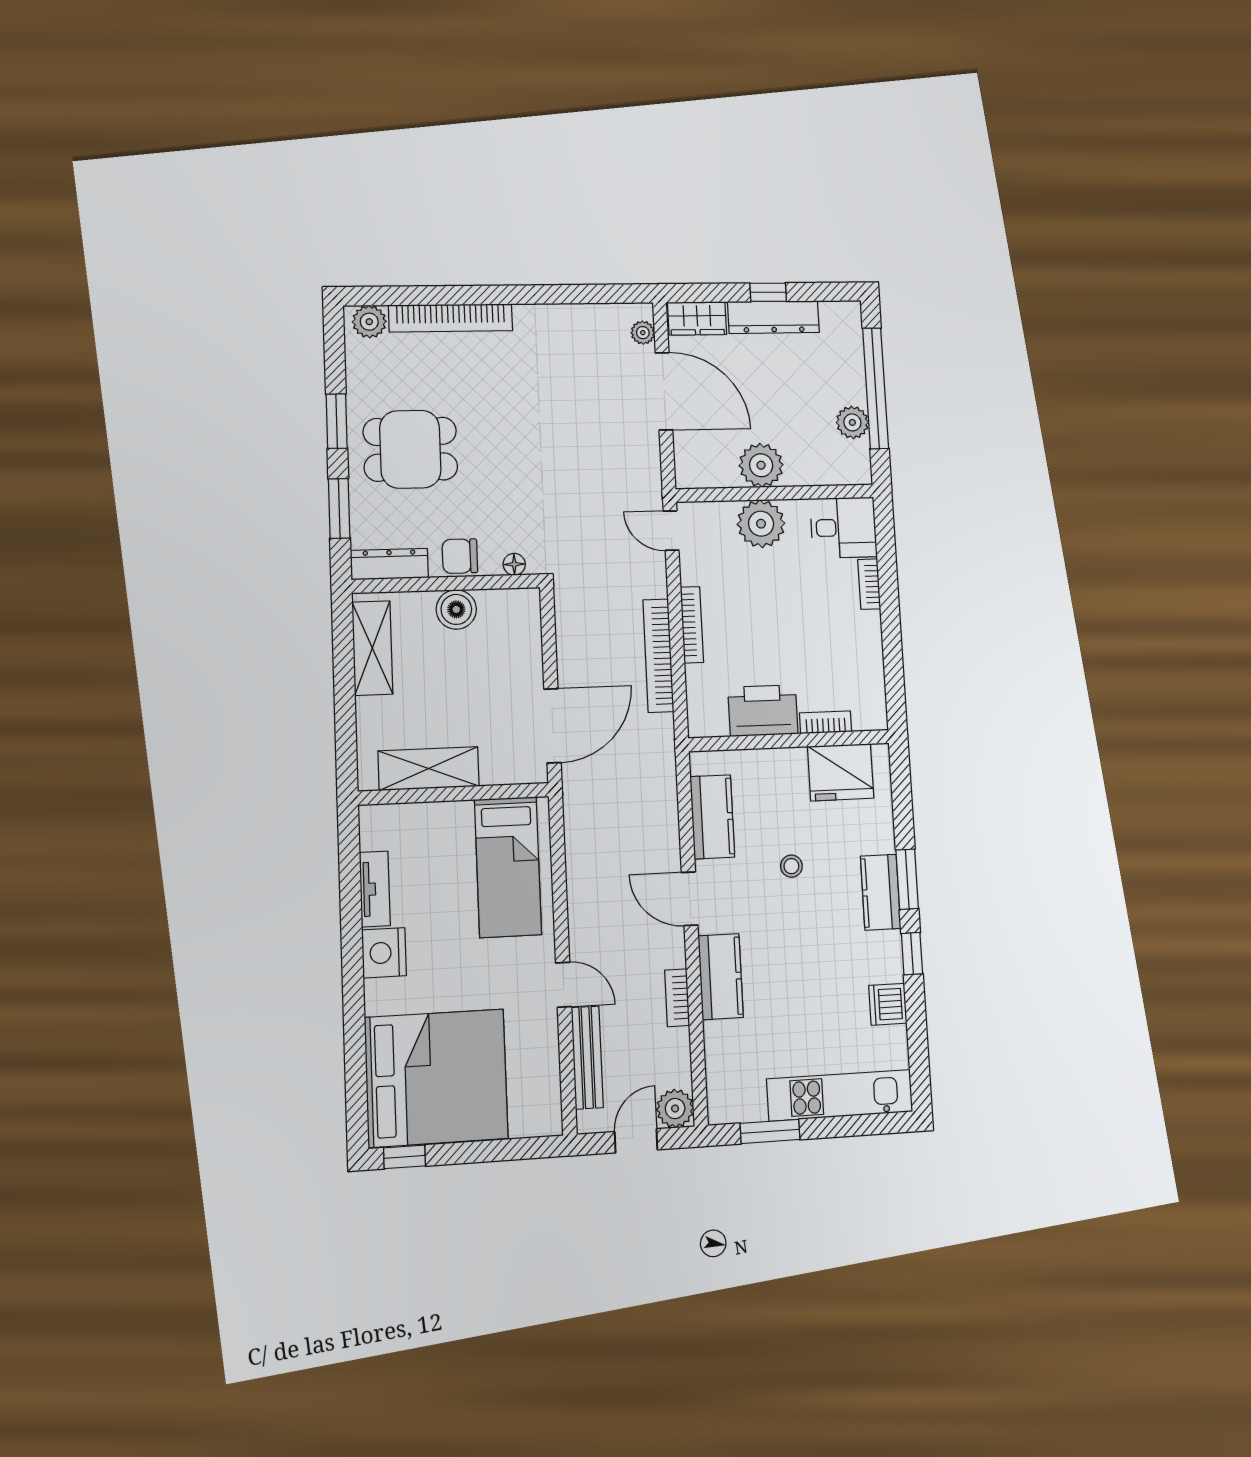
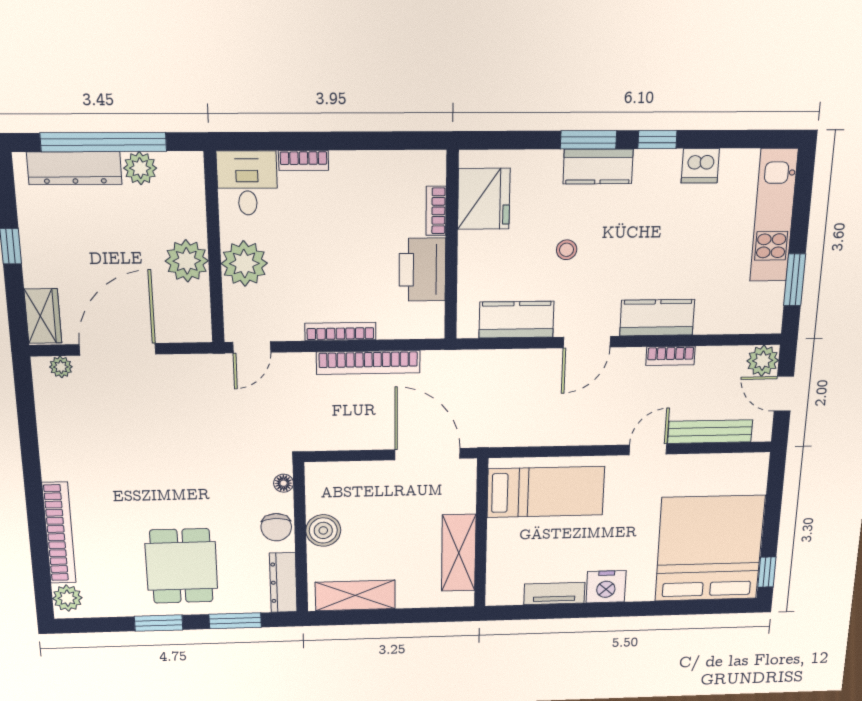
dresser: (773, 317) -> (74, 168), moved, turned 90

